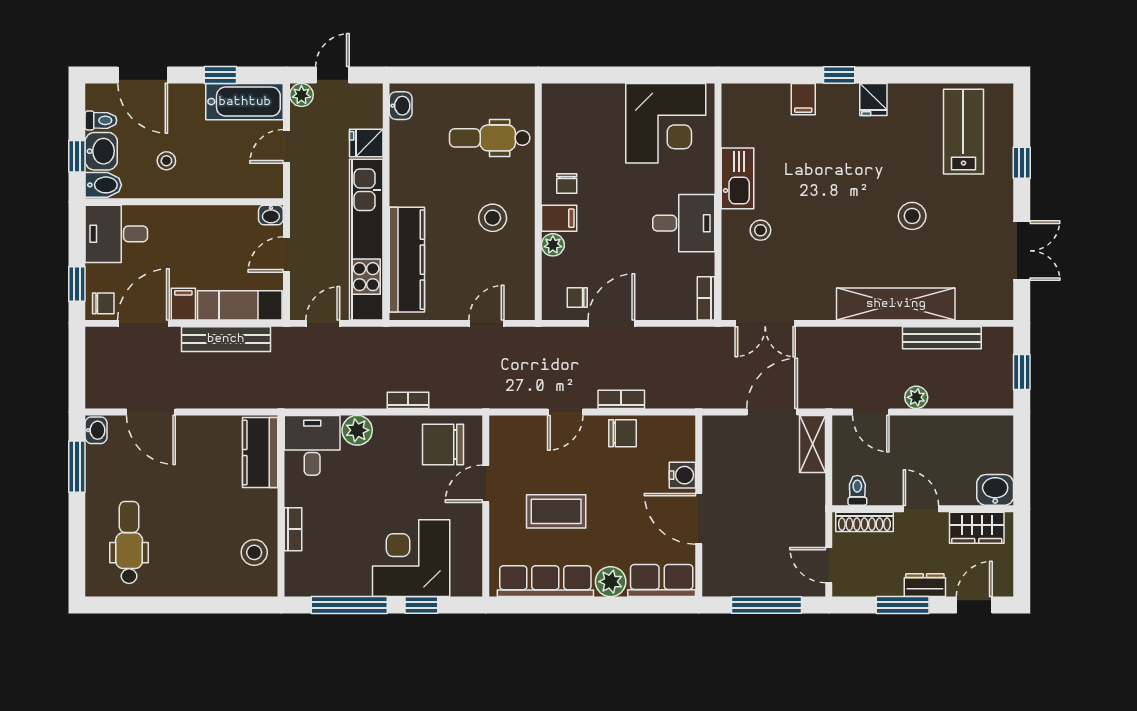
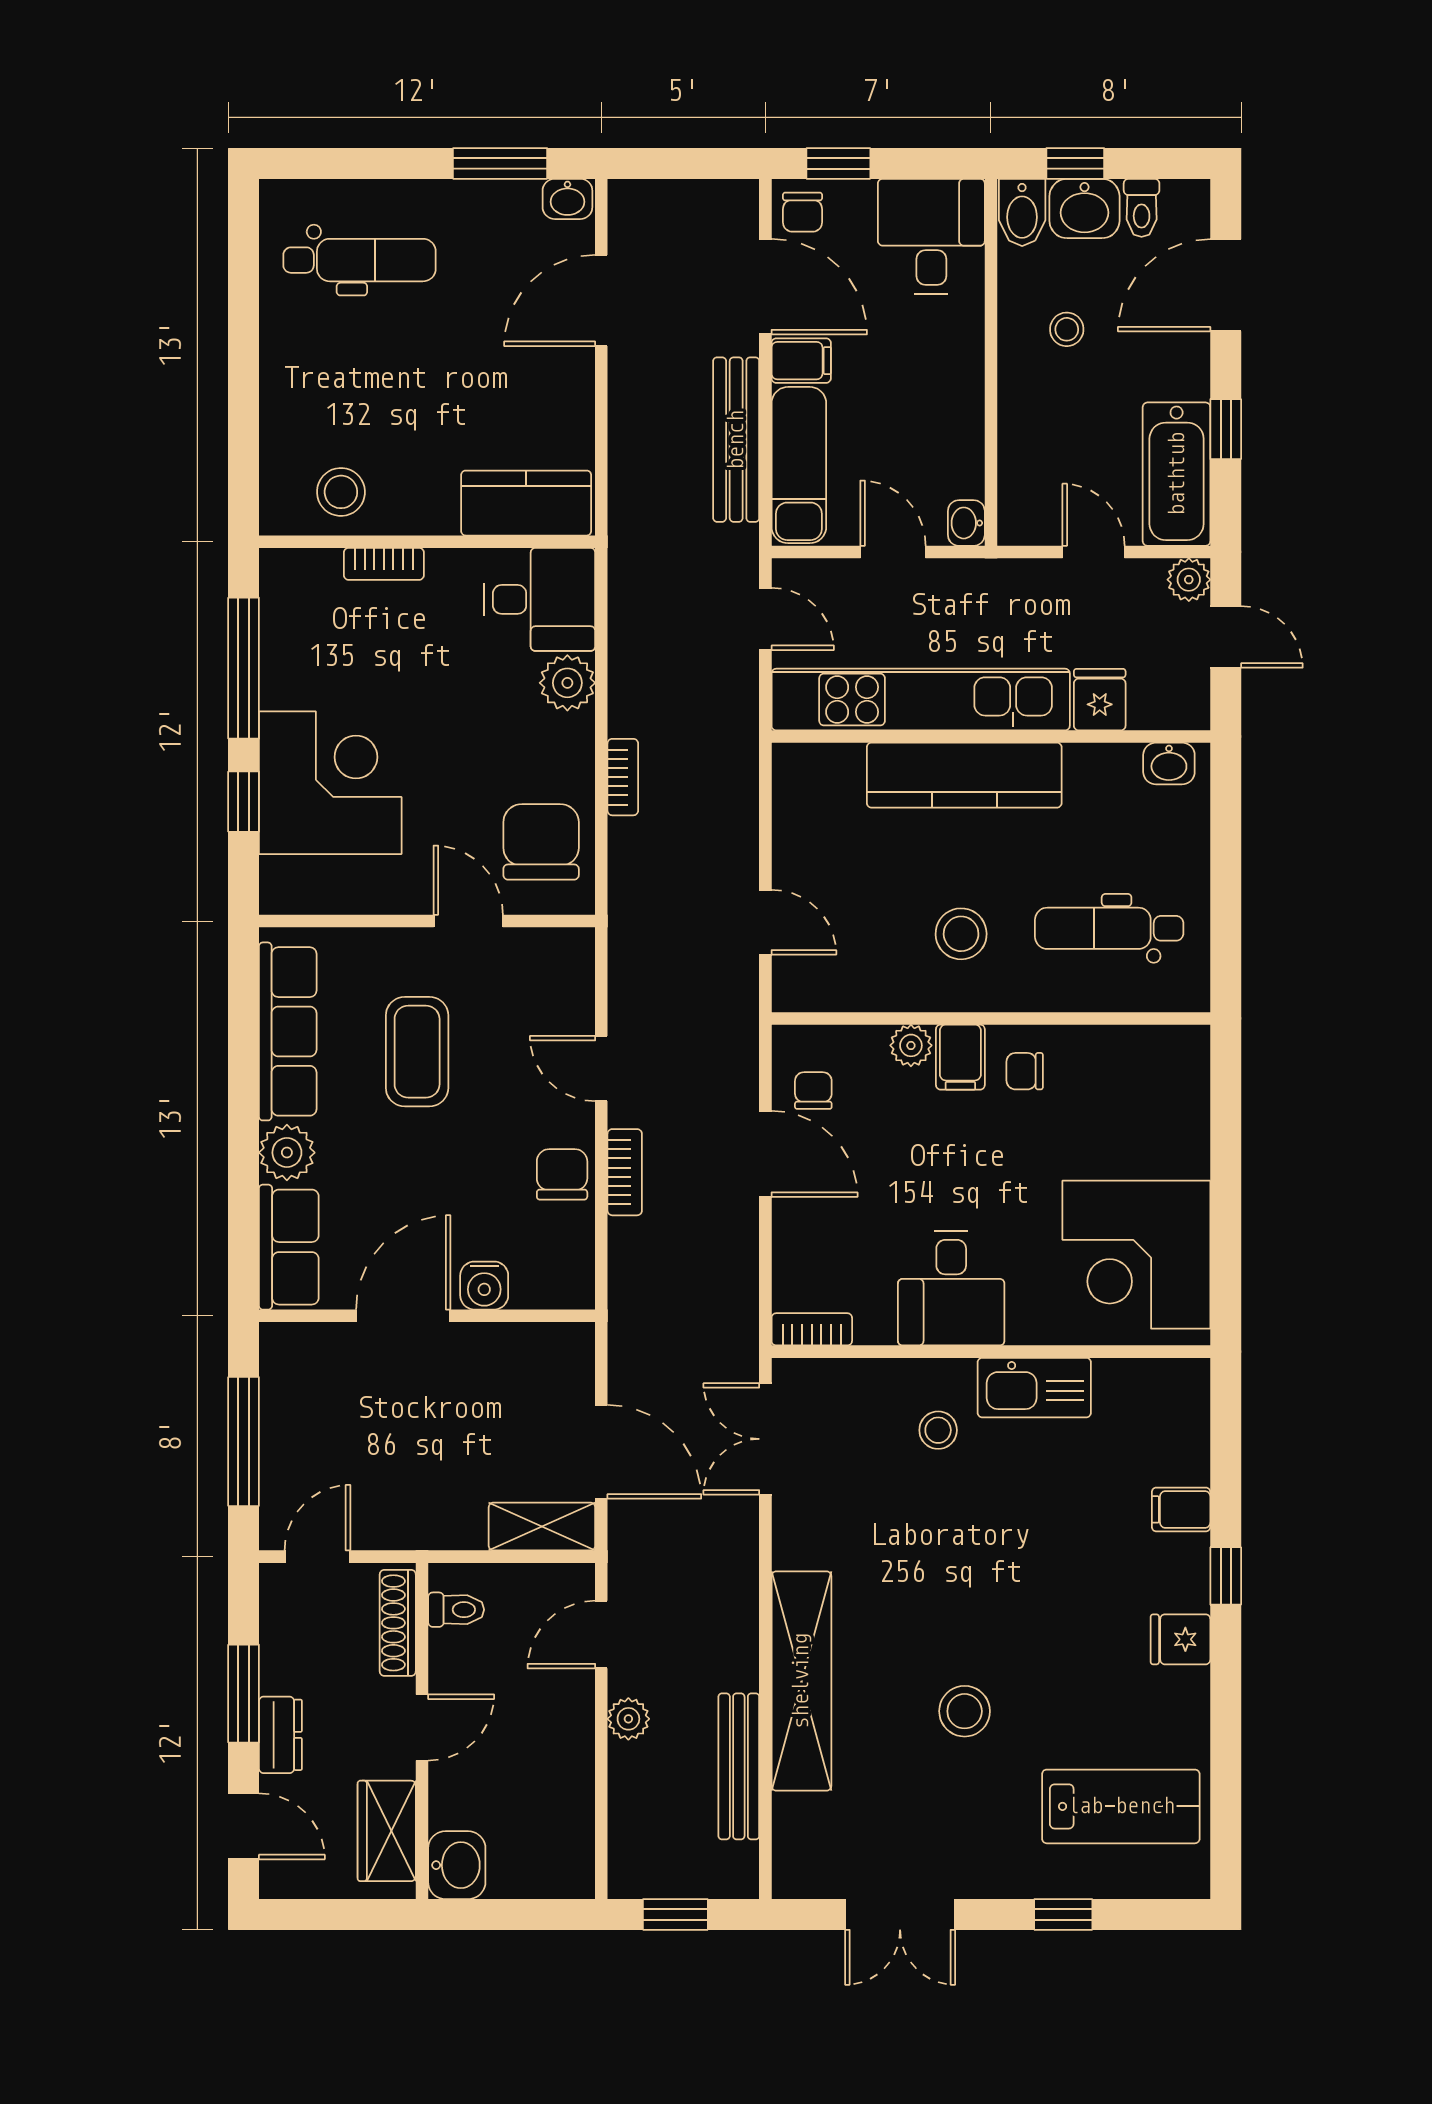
dental chair: (490, 138) -> (1109, 928), turned -90
kitchen counter: (407, 260) -> (964, 775), moved
chair: (622, 433) -> (562, 1174), turned 180

